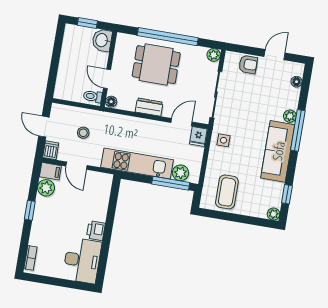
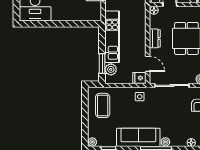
window: (171, 183) -> (102, 64), width x0.69
coffee table: (227, 192) -> (103, 105), turned 90
printer: (96, 231) -> (58, 15), removed

